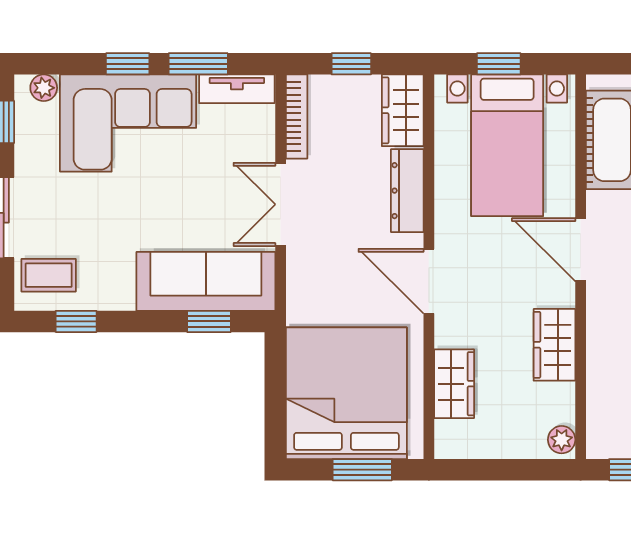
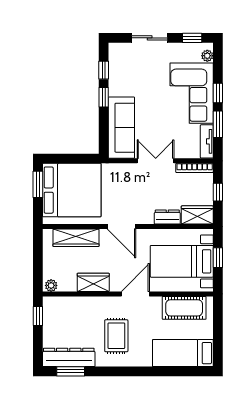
dresser: (407, 191) -> (167, 217), width x0.70
coffee table: (49, 275) -> (124, 58), removed
door: (429, 281) -> (121, 227), swing flipped
window: (209, 321) -> (104, 97), moved
wardrobe: (454, 384) -> (76, 238), width x1.50
window: (362, 470) -> (38, 184), moved

